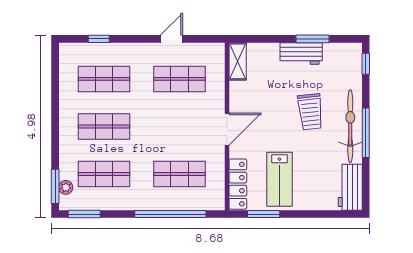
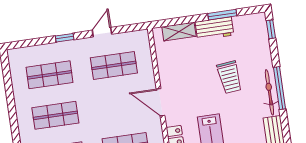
window: (99, 39) -> (65, 38), moved
shelving: (238, 61) -> (179, 32), moved, turned 90
bicycle: (350, 126) -> (269, 92), width x0.73, depth x0.71
door: (227, 129) -> (161, 102), swing flipped

